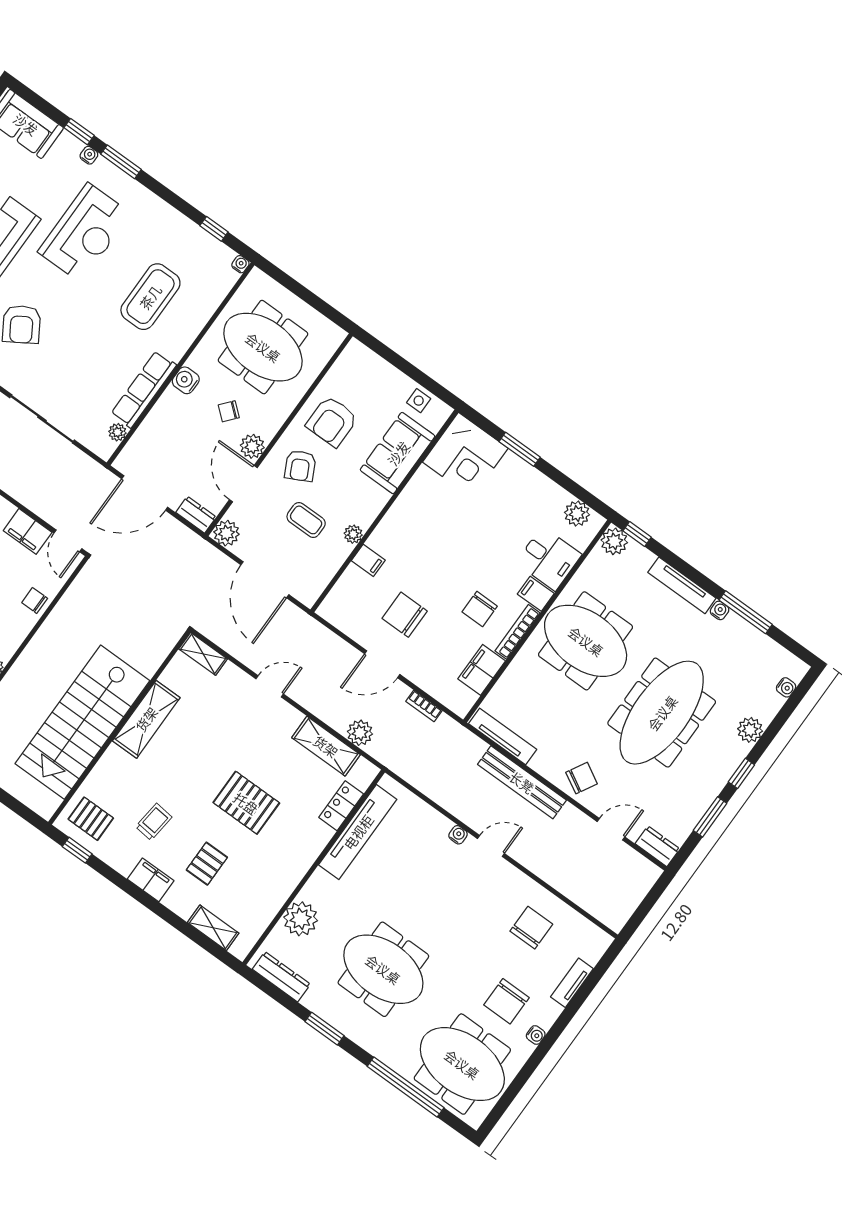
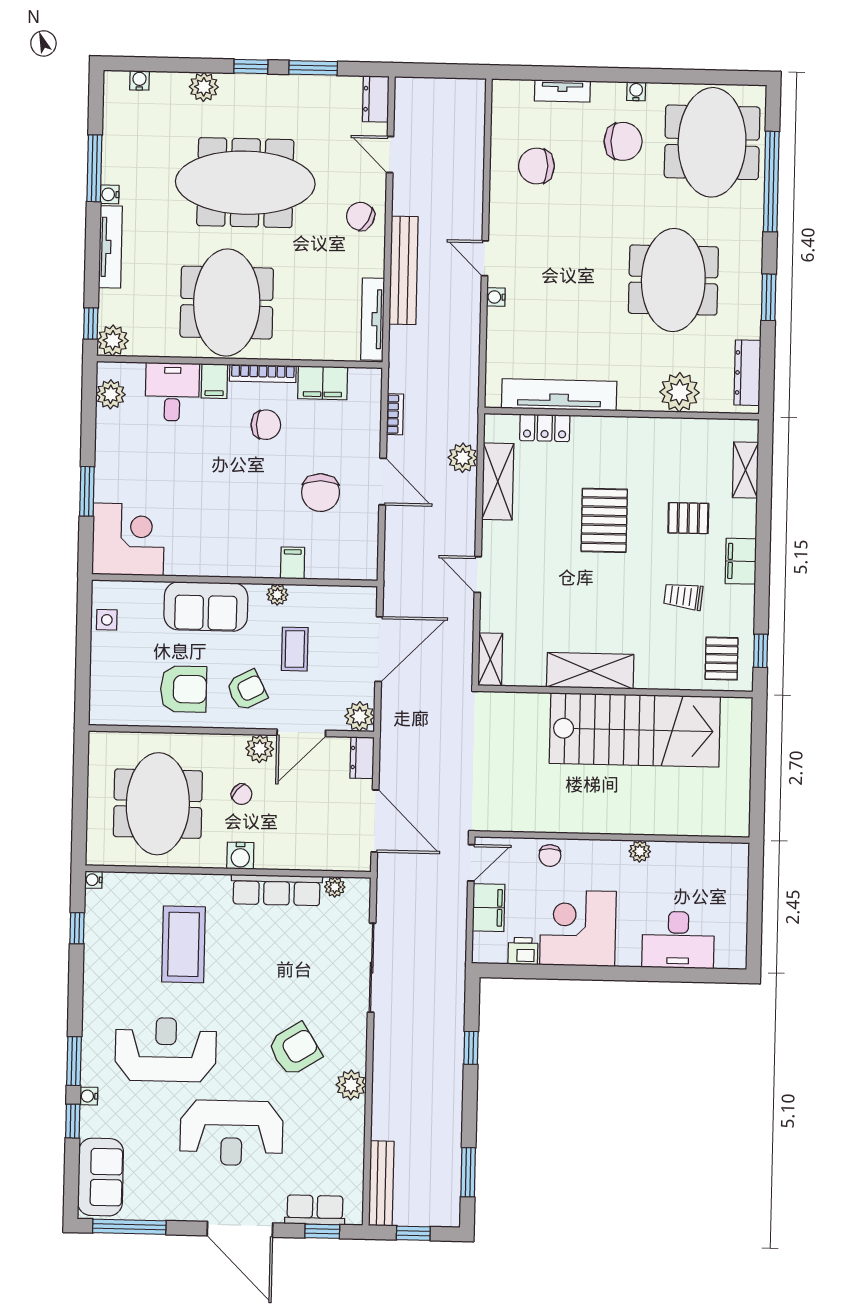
coffee table: (150, 297) -> (184, 944), turned 90
sofa: (398, 453) -> (206, 606), moved

